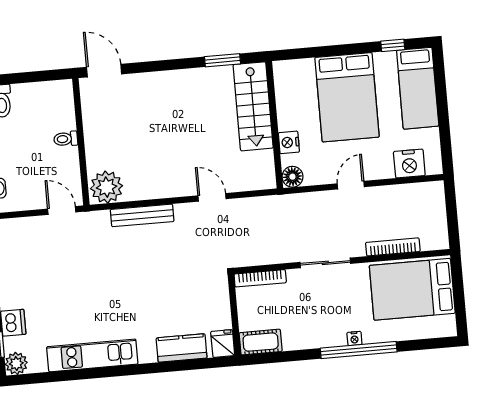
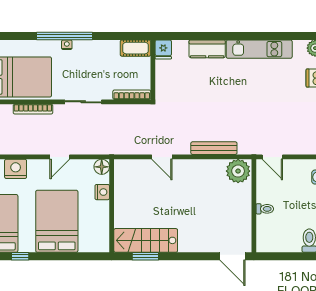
stairs: (253, 106) -> (146, 240), moved, turned -90
kitchen counter: (182, 348) -> (207, 49), moved

